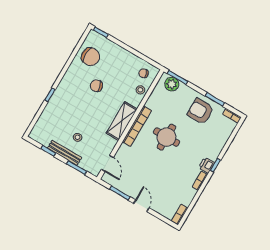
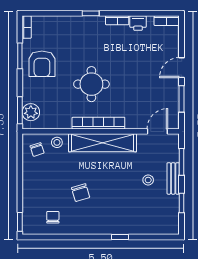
chair: (91, 57) -> (53, 217), width x0.54, depth x0.54
shelving: (122, 121) -> (103, 143), width x1.47
bench: (65, 153) -> (173, 178), width x0.73
printer: (206, 165) -> (138, 23), moved

